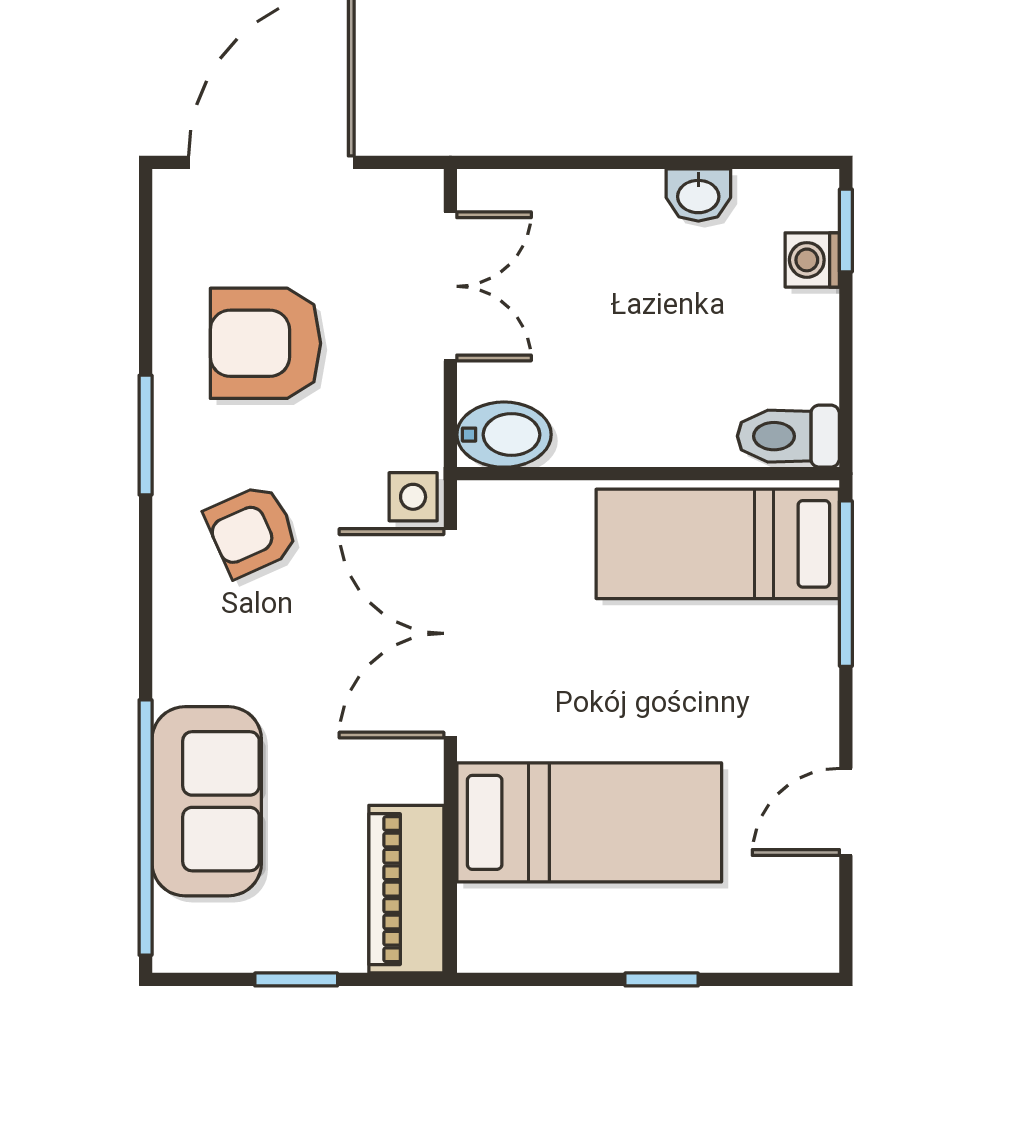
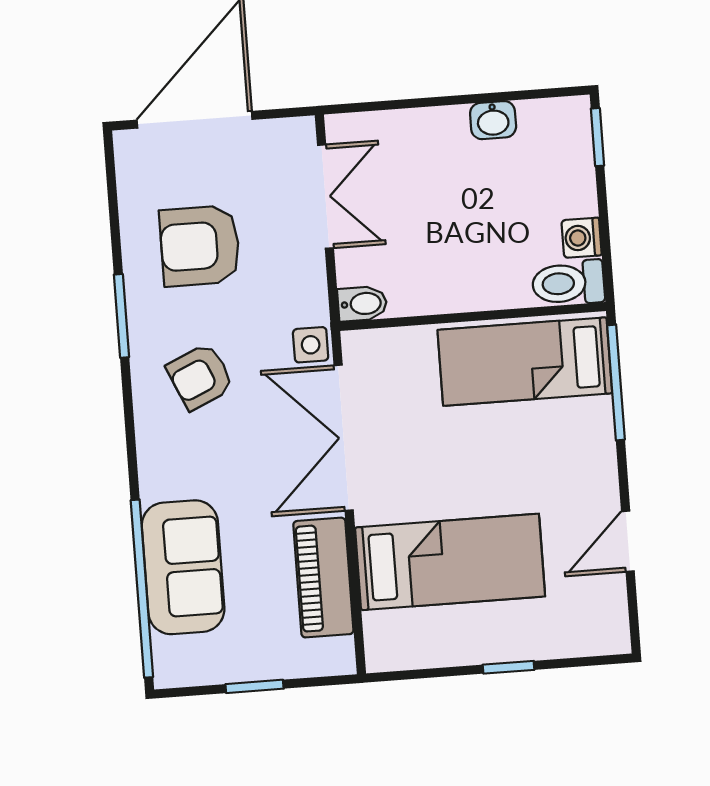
washing machine: (812, 260) -> (582, 238), moved
bidet: (504, 435) -> (362, 304), width x0.72, depth x0.74
piano: (406, 889) -> (323, 578), moved

